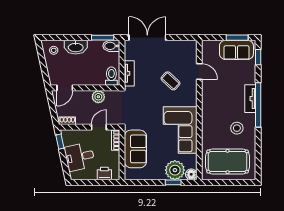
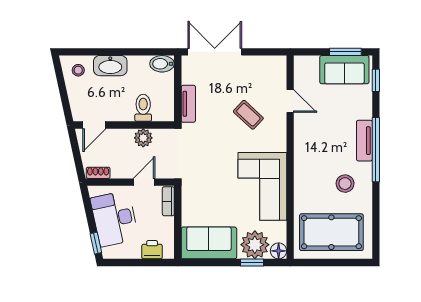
window: (103, 38) -> (149, 52), removed
toilet: (111, 76) -> (143, 108), moved
window: (60, 142) -> (96, 243), moved
sofa: (135, 149) -> (209, 243), moved, turned -90
desk: (80, 157) -> (115, 219), width x1.37

